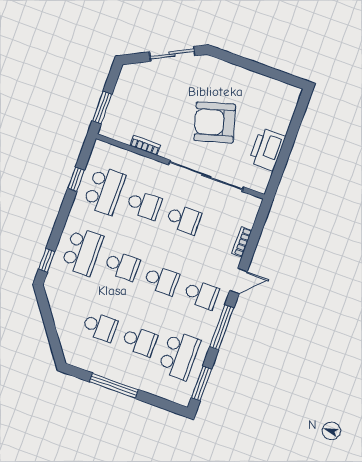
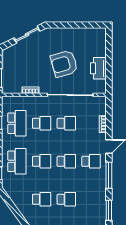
school desk: (179, 355) -> (91, 199), removed

